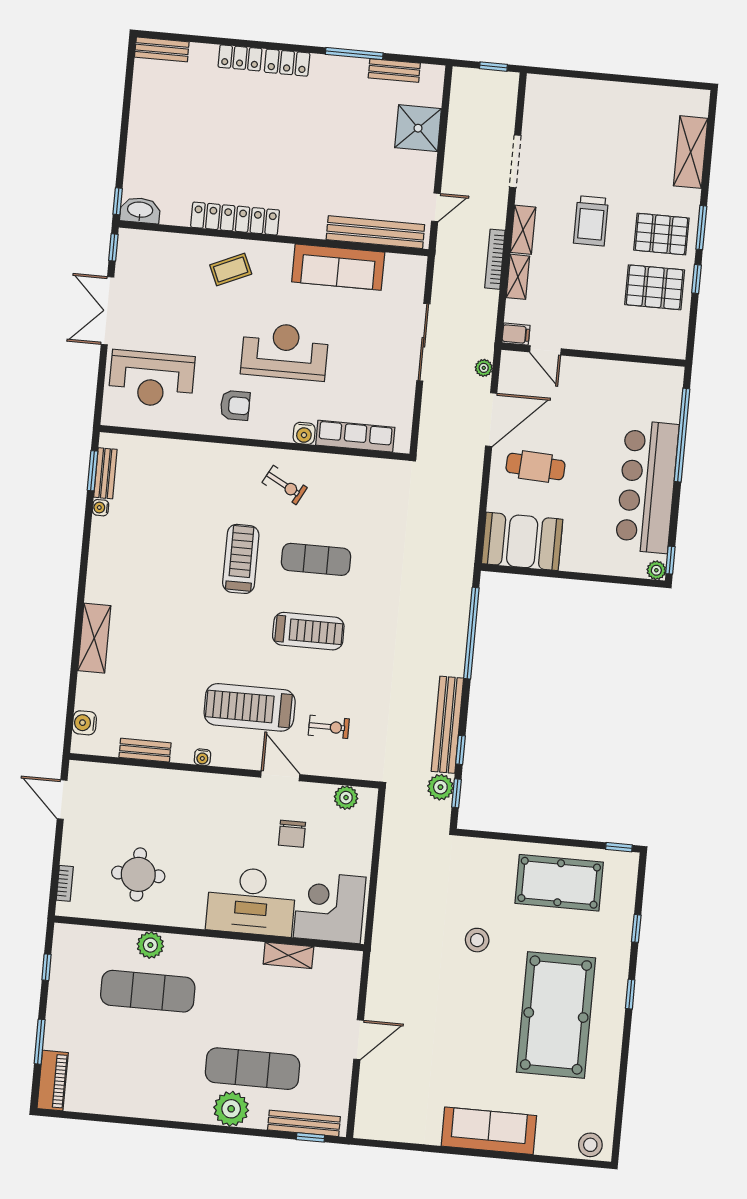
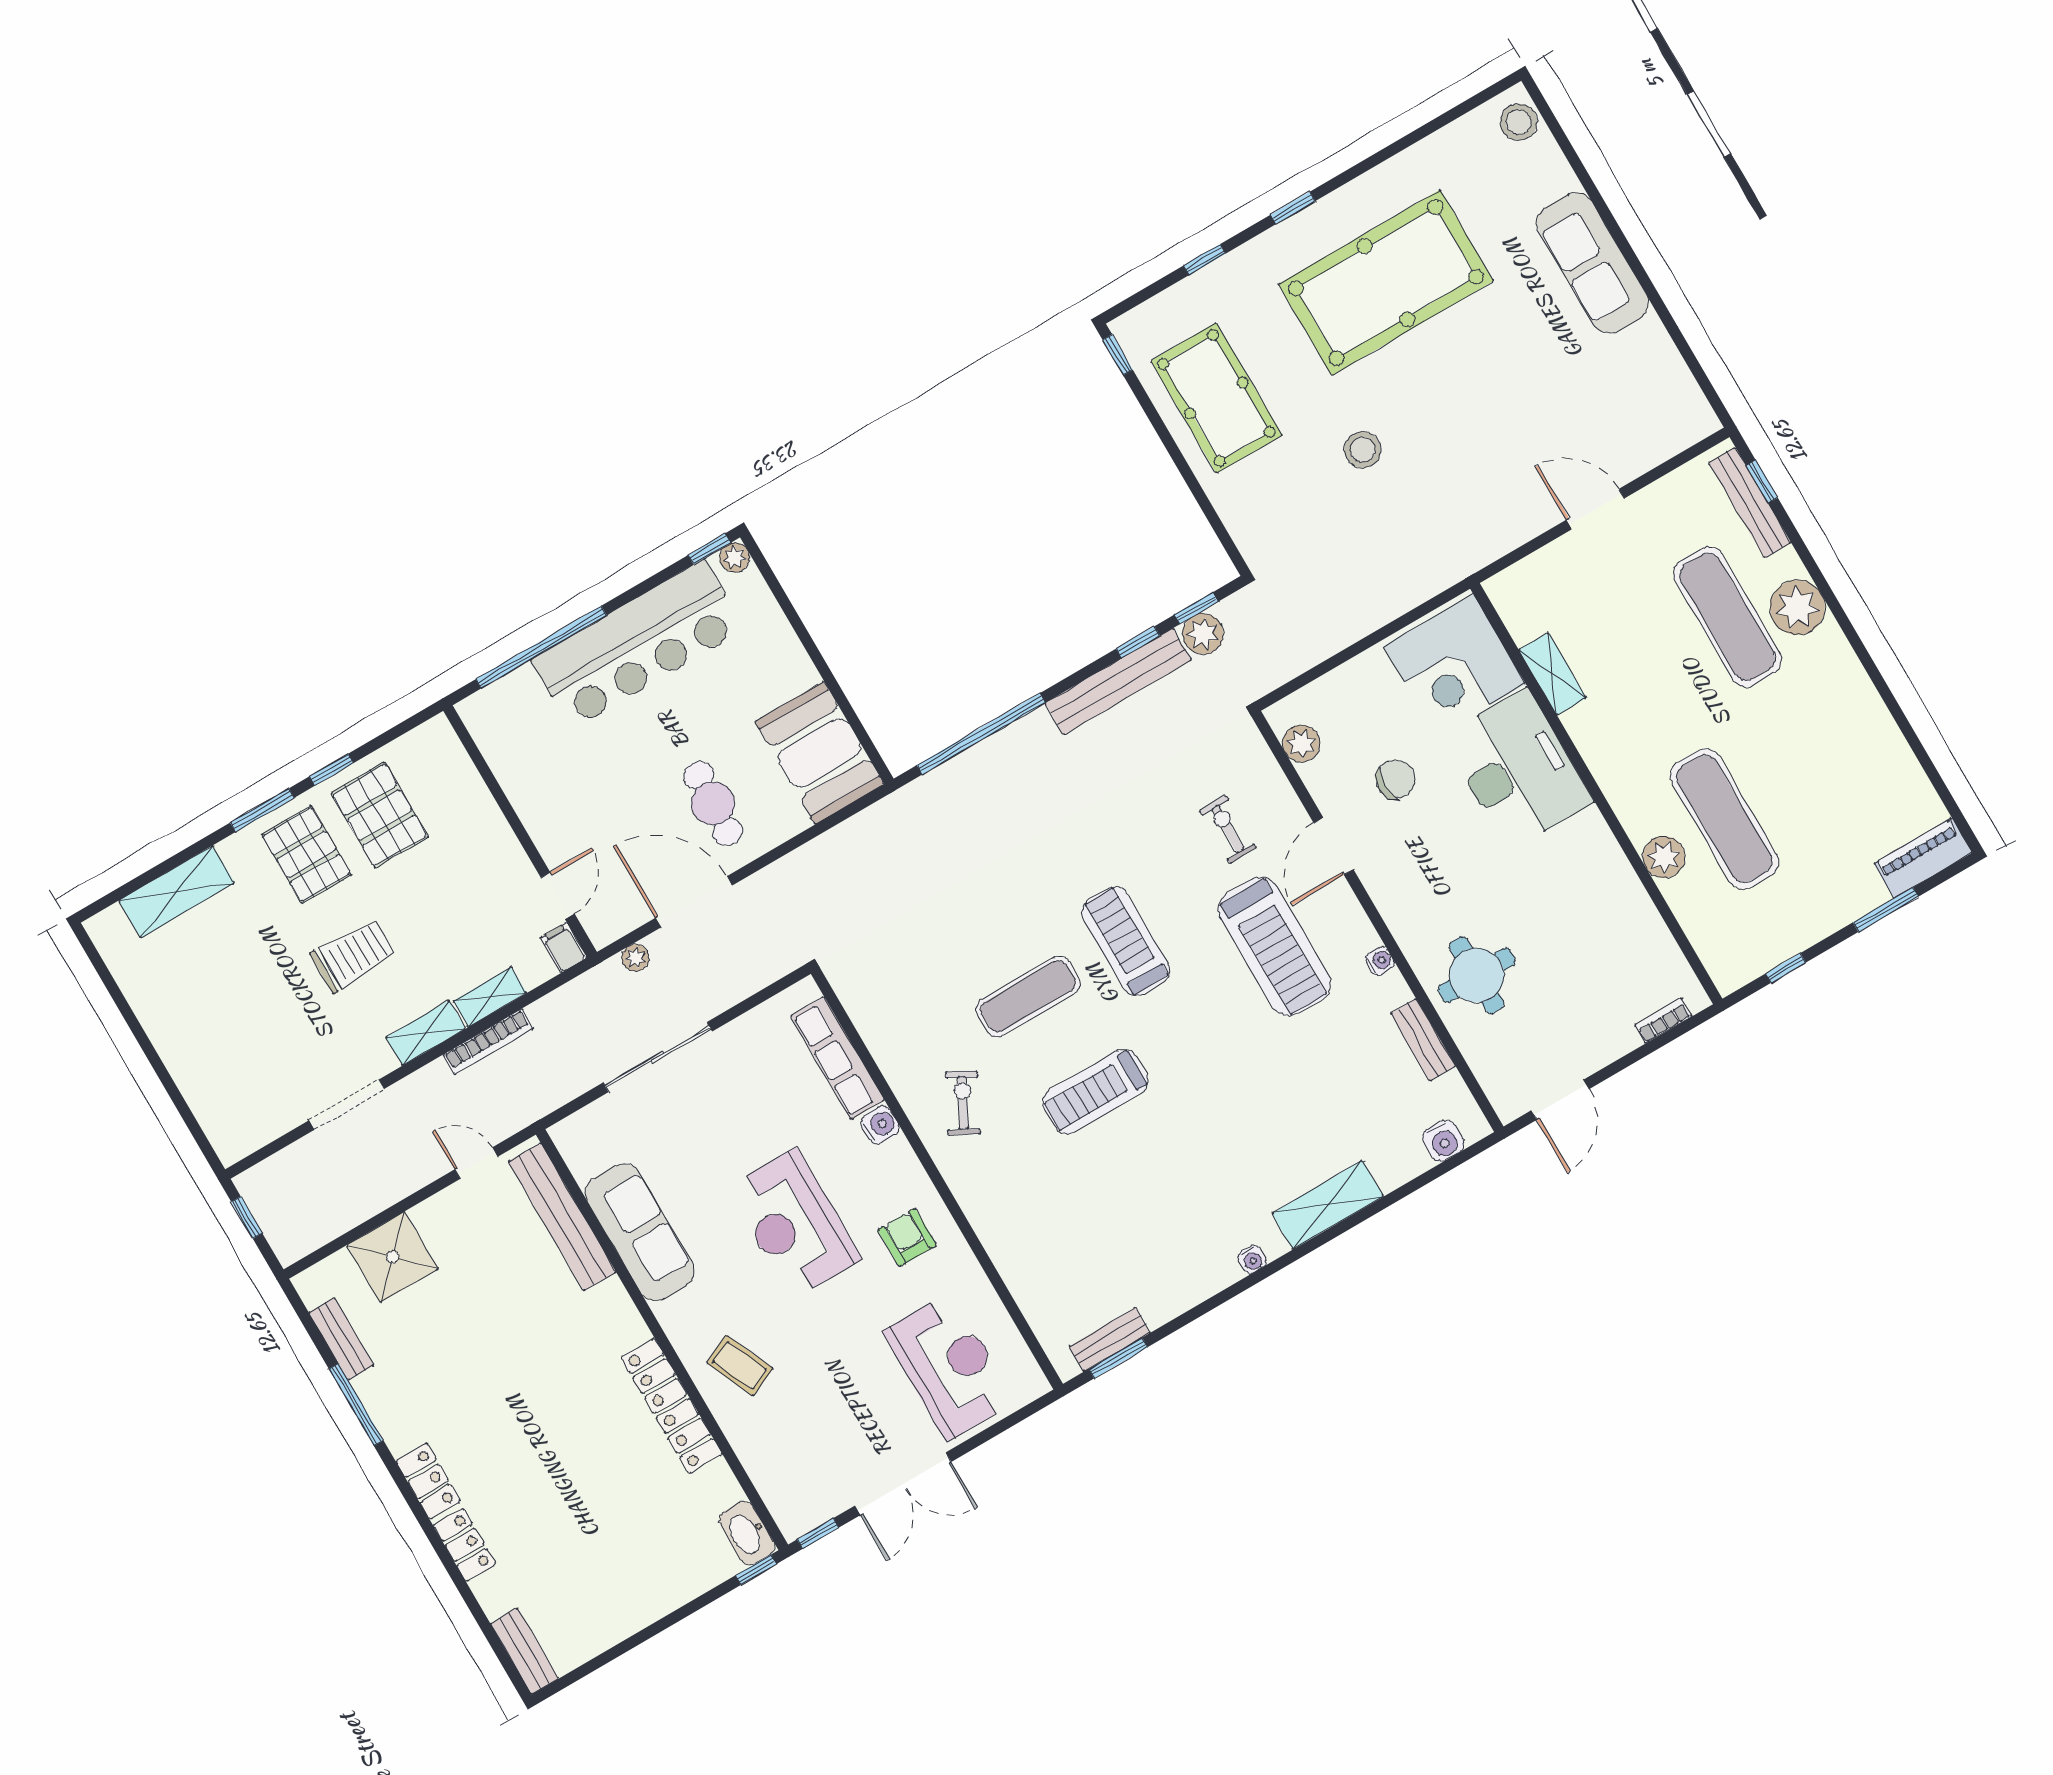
water cooler: (101, 508) -> (1252, 1259), moved
exercise mat: (316, 559) -> (1028, 996), turned 90
round table: (138, 874) -> (1477, 975), moved

